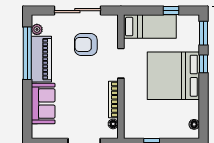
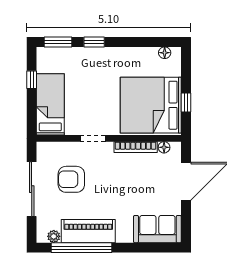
armchair: (86, 44) -> (71, 179), turned 90
doorway: (121, 63) -> (93, 138), width x0.73
bed: (173, 76) -> (151, 105), moved, turned 90
sofa: (43, 104) -> (157, 229), moved

